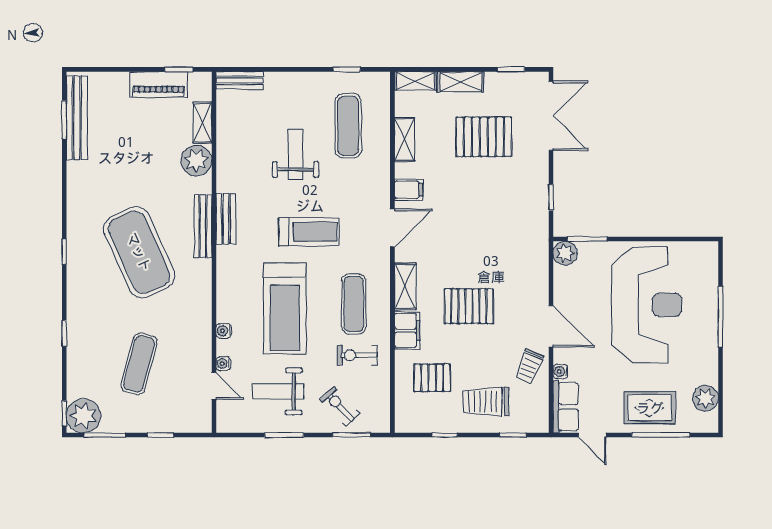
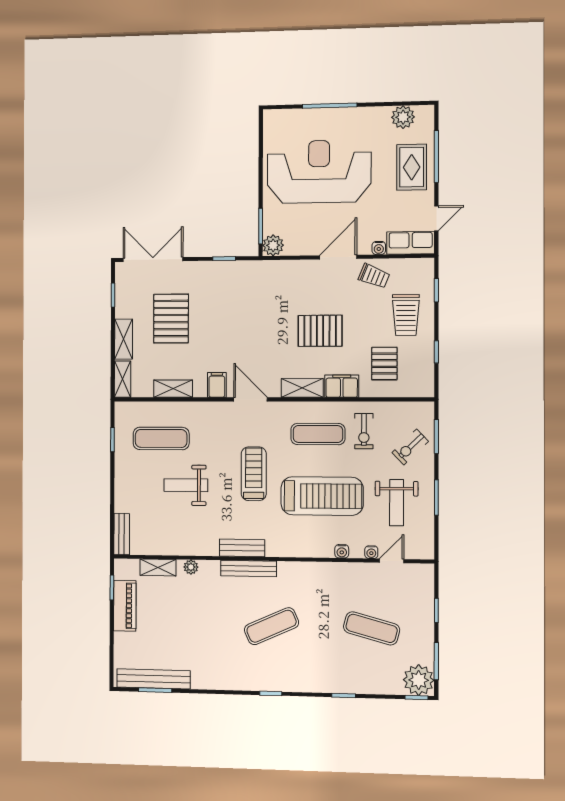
plant: (196, 160) -> (191, 567), width x0.53, depth x0.53
exercise mat: (139, 252) -> (271, 626), width x0.50, depth x0.69
pallet: (469, 306) -> (320, 331), turned 90

